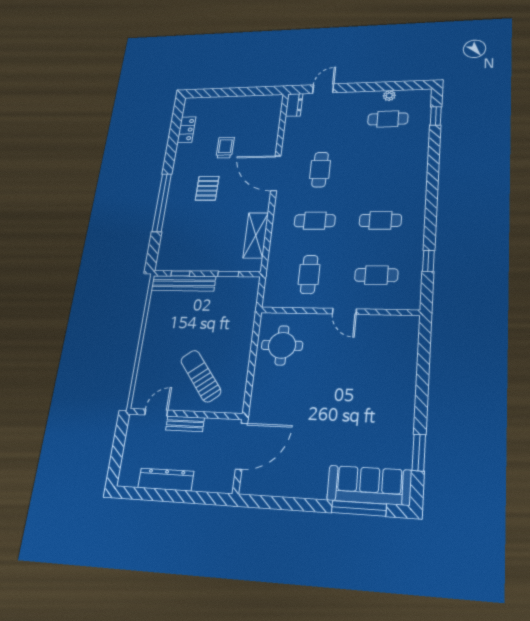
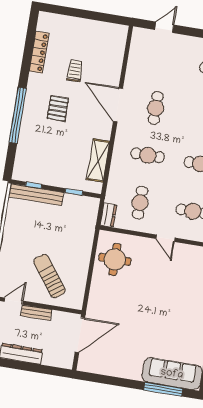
dresser: (294, 105) -> (109, 215), moved
locker: (187, 130) -> (39, 52), width x1.53

